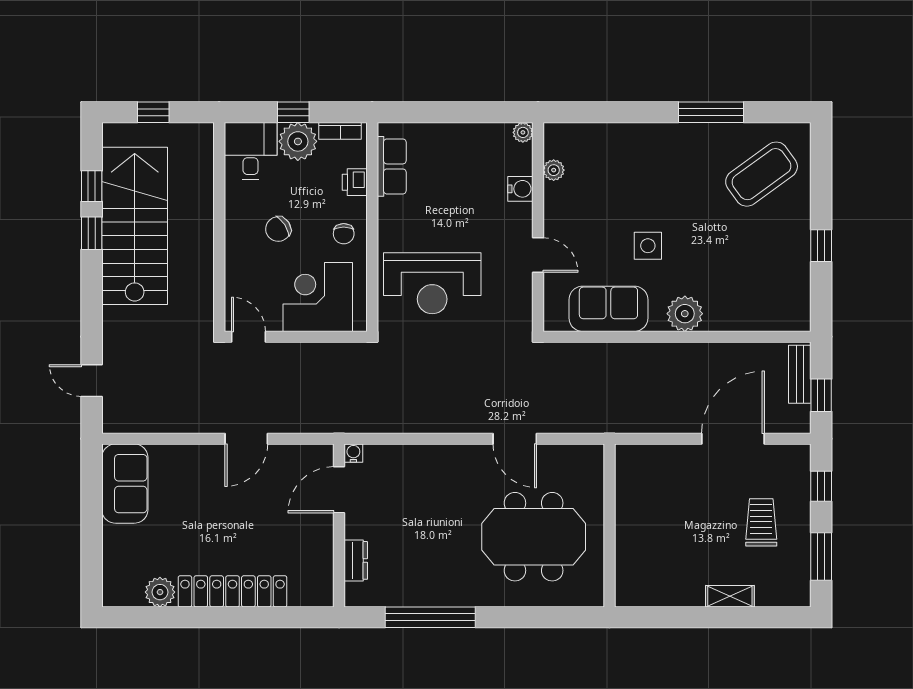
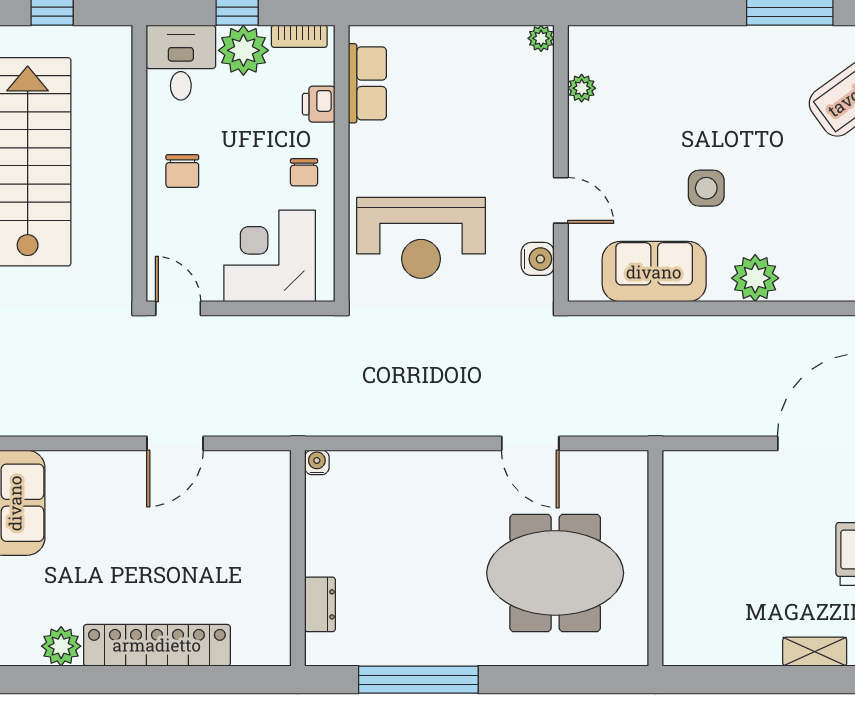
water cooler: (520, 189) -> (538, 259), moved
chair: (278, 229) -> (182, 171), moved, turned -57
door: (339, 490) -> (298, 511), removed

